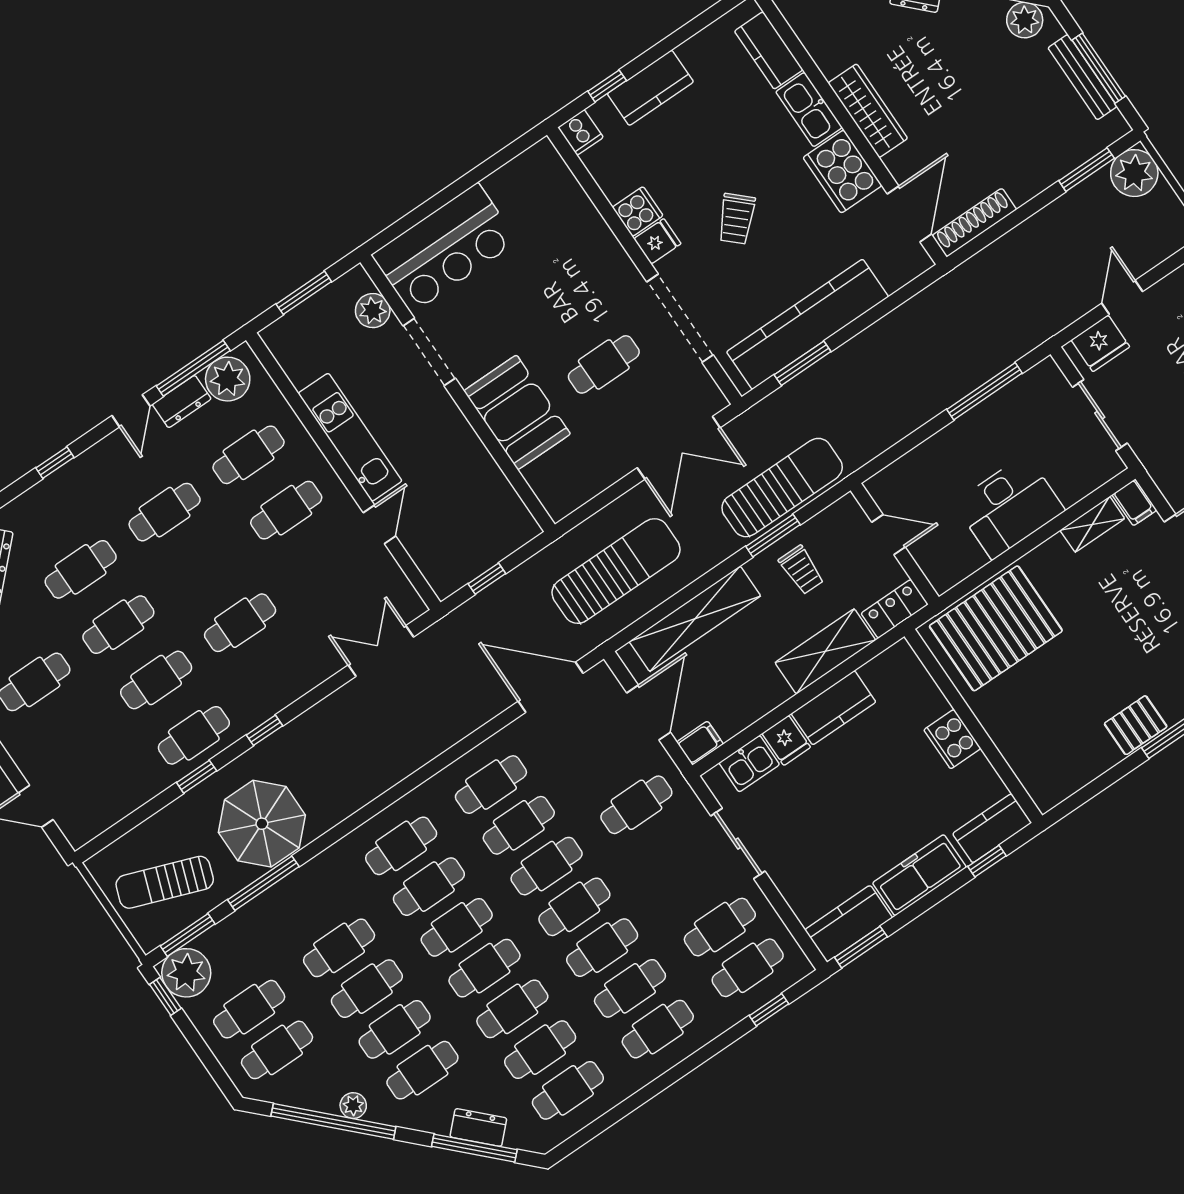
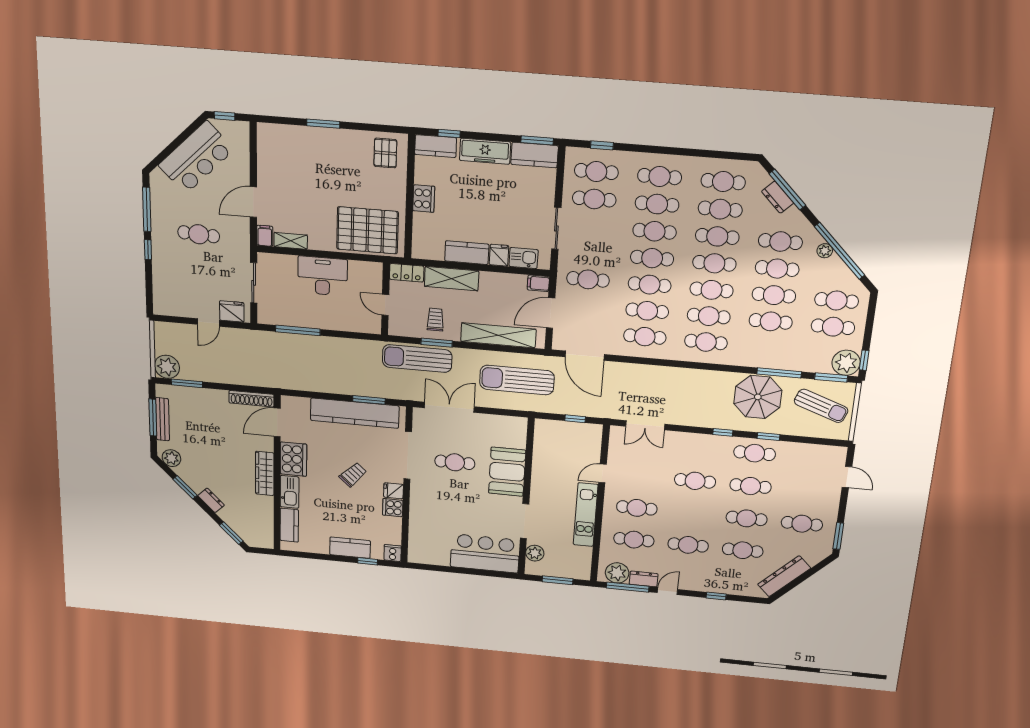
pallet: (1136, 725) -> (385, 153), moved, turned 90

